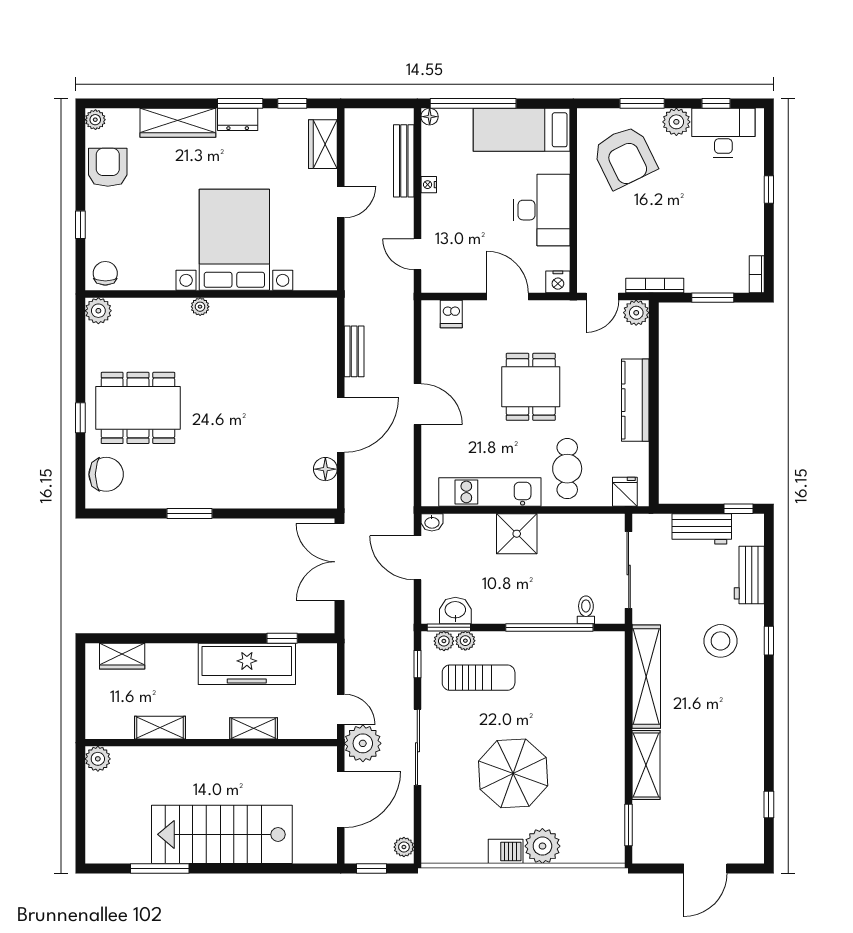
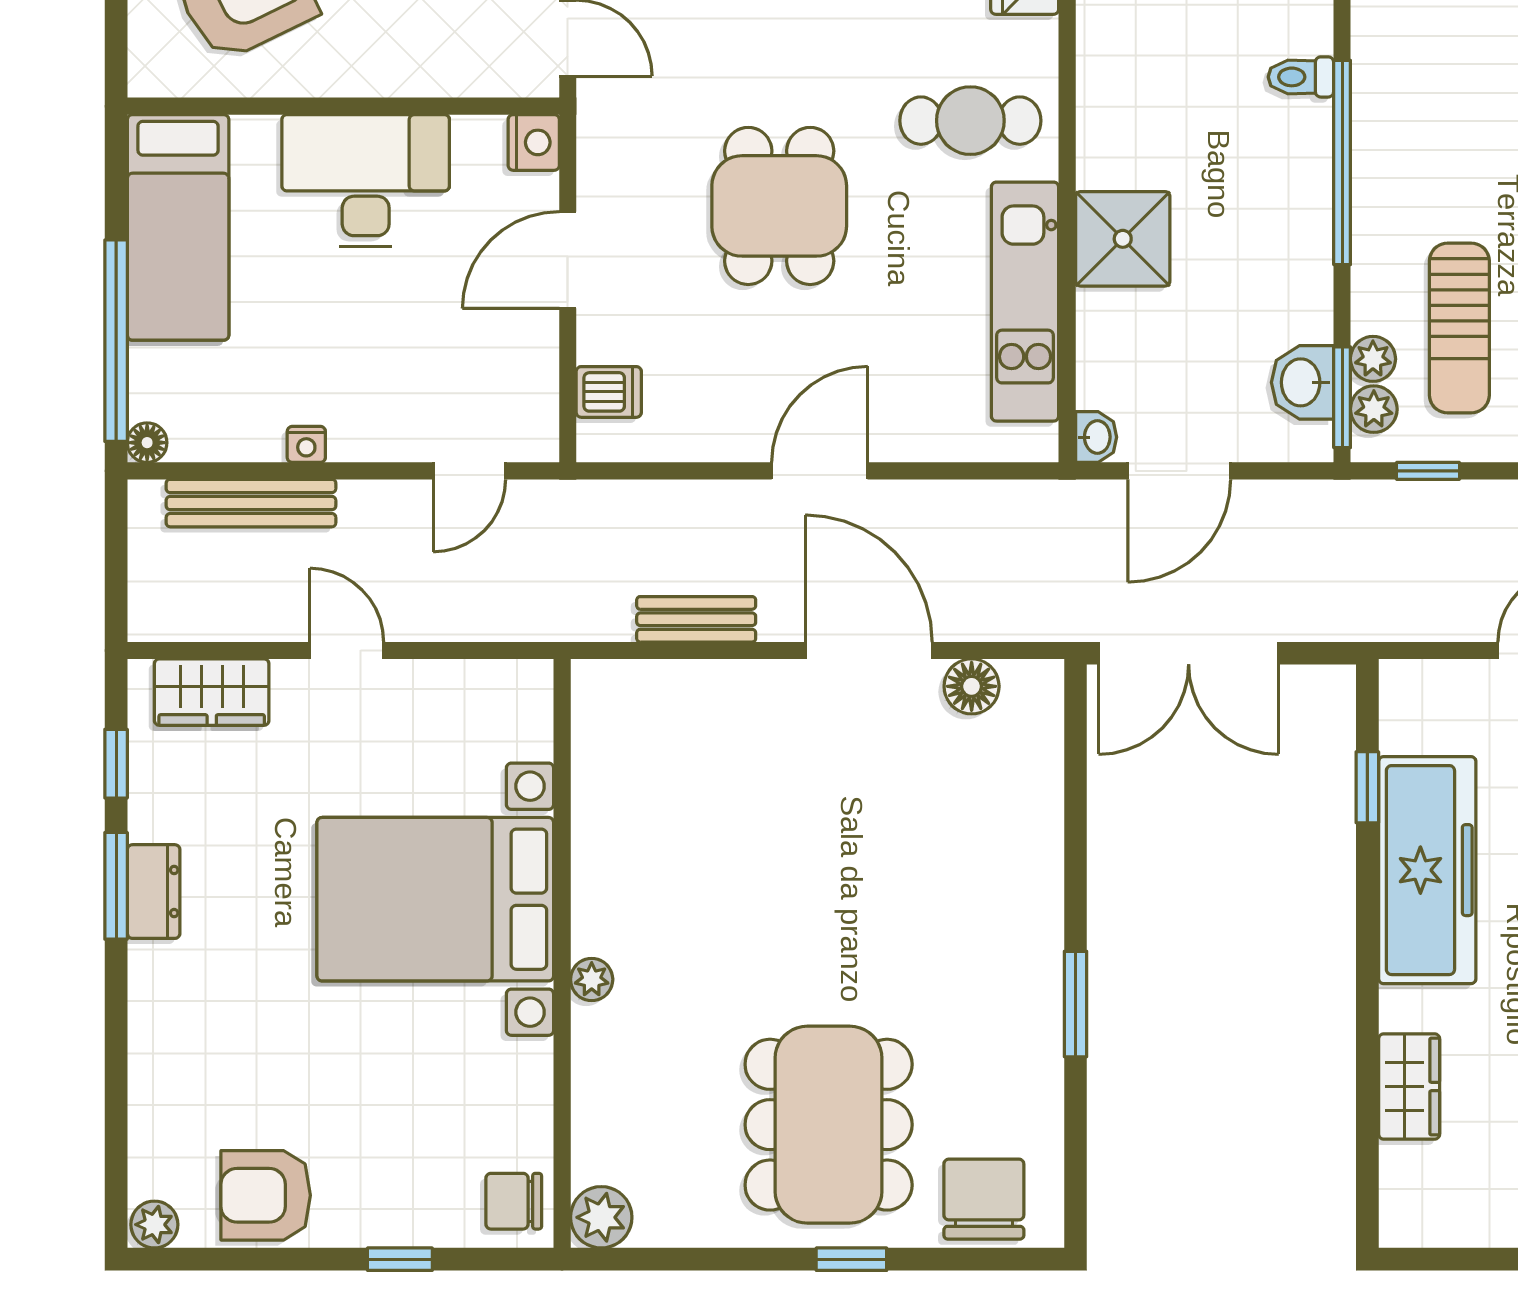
wardrobe: (178, 123) -> (161, 1031), removed
dining table: (531, 387) -> (779, 206), turned 90
wardrobe: (122, 656) -> (1409, 1087), moved
sun lounger: (479, 678) -> (1459, 328), turned 180

